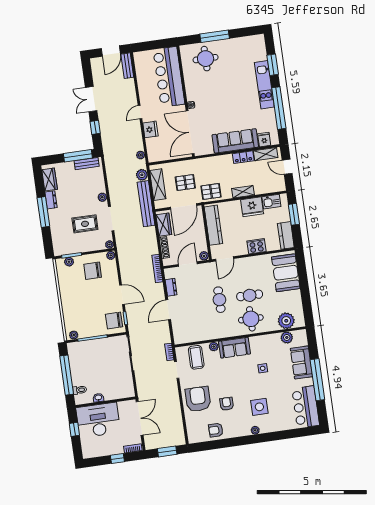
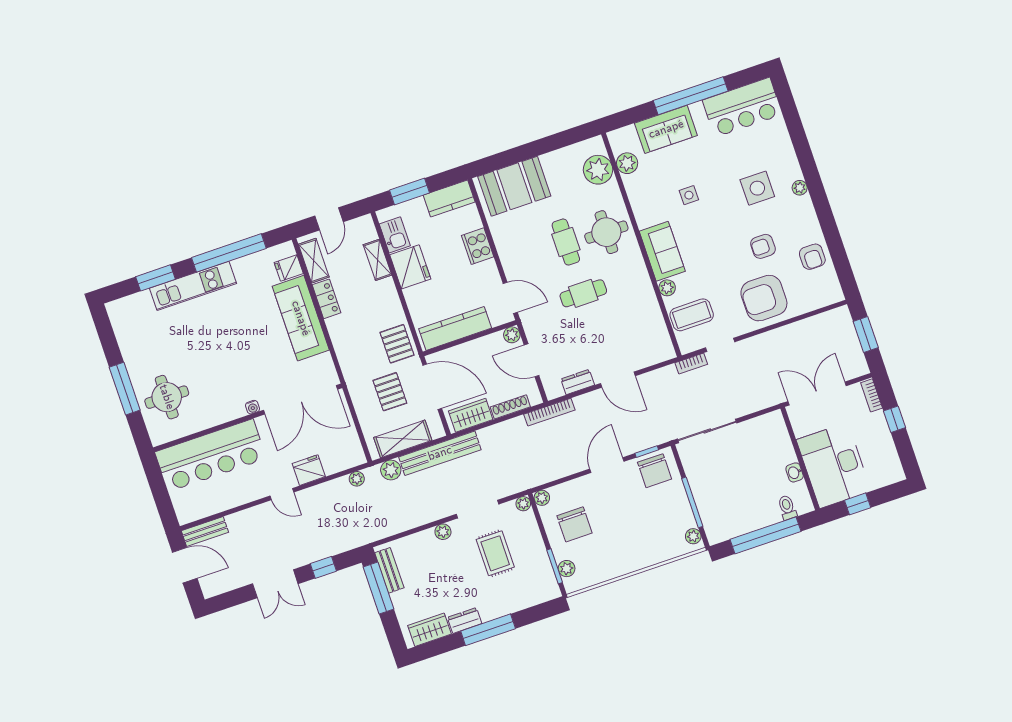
shelving: (243, 192) -> (378, 260), moved

